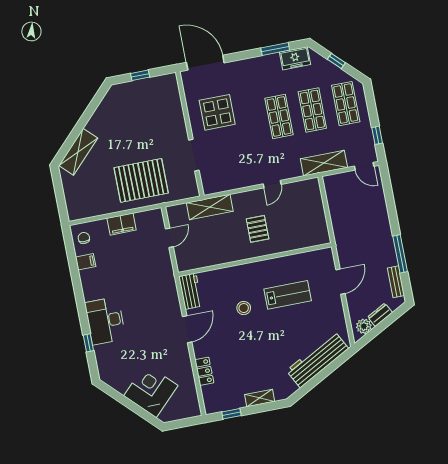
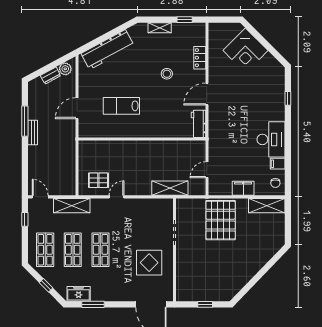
shelving: (78, 152) -> (267, 206), moved, turned 46
pallet: (141, 180) -> (221, 220), turned 90
pallet: (258, 229) -> (98, 180), moved, turned 90
bench: (396, 282) -> (33, 132), moved
stool: (244, 308) -> (167, 74), moved
desk: (105, 321) -> (271, 139), moved

